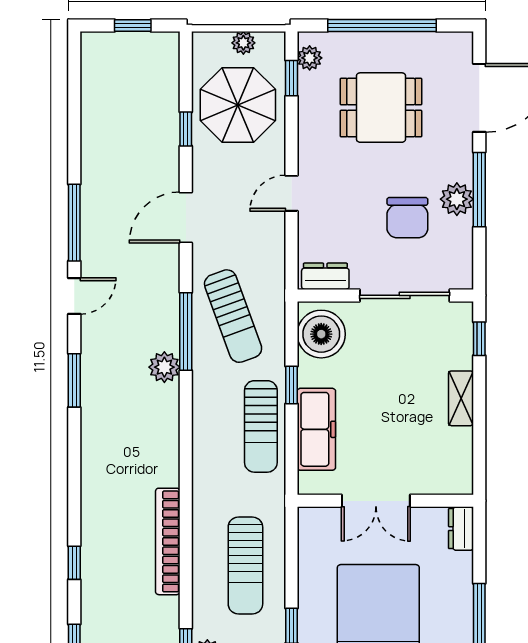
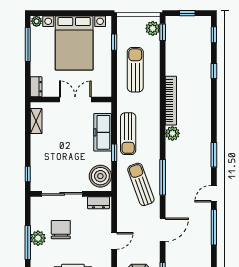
plant: (164, 367) -> (172, 133), moved
shelving: (461, 398) -> (36, 121), moved
sun lounger: (261, 426) -> (128, 134), turned 180
bookcase: (168, 541) -> (171, 101), moved

